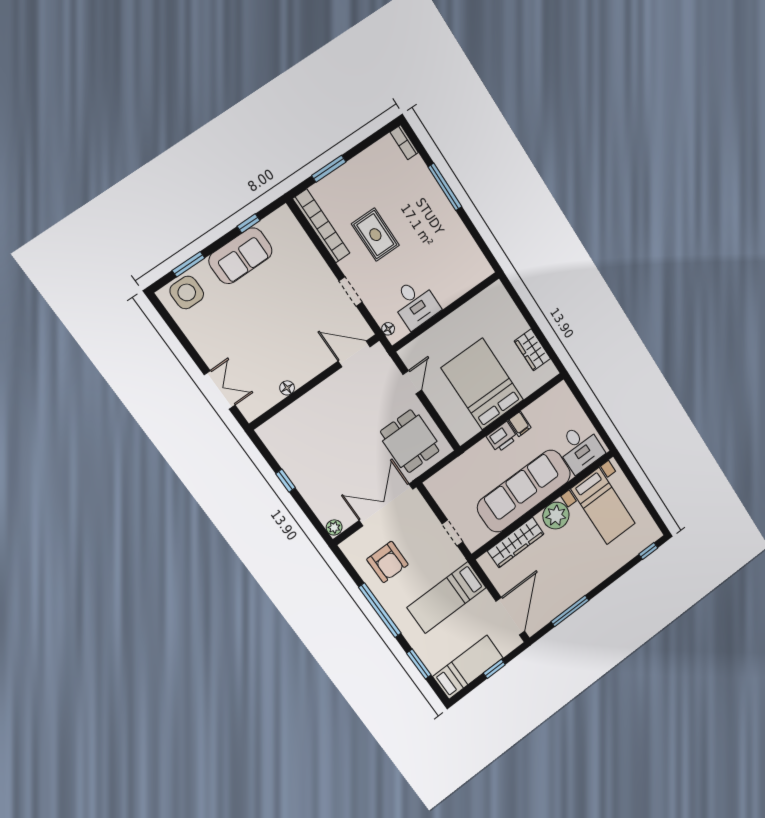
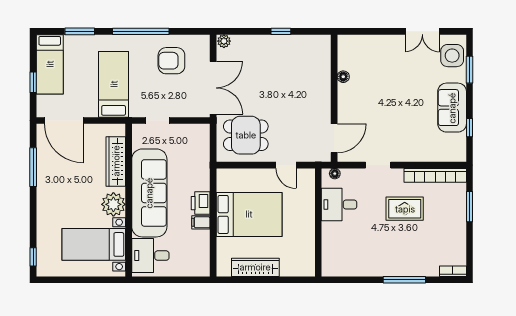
wardrobe: (532, 350) -> (255, 267), width x1.50
double door: (220, 390) -> (422, 31), moved

